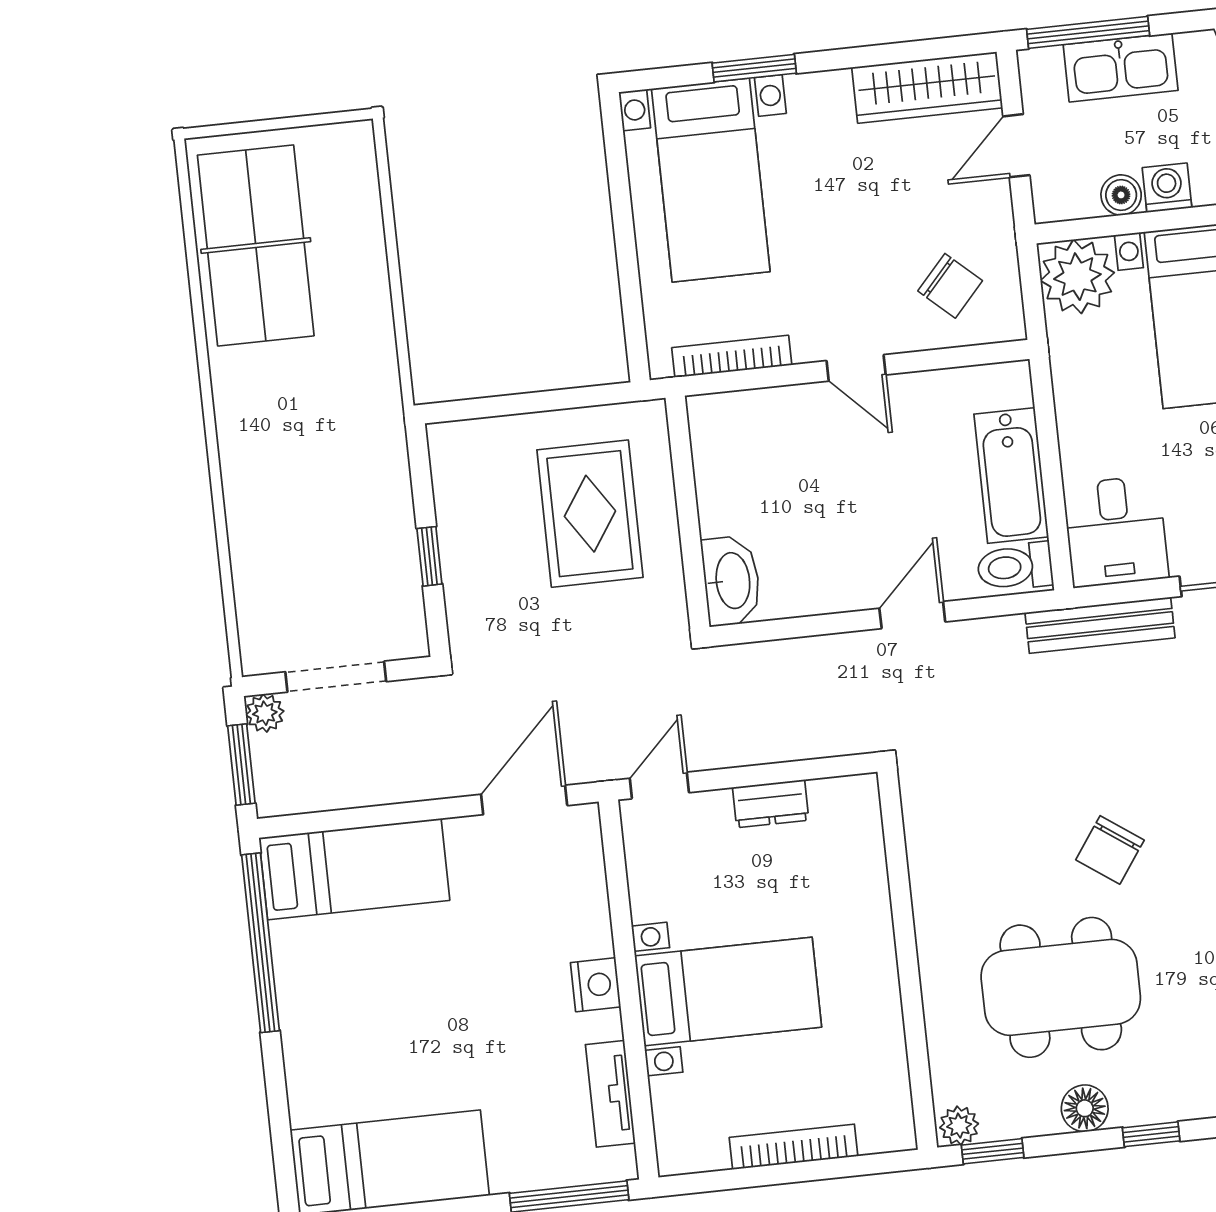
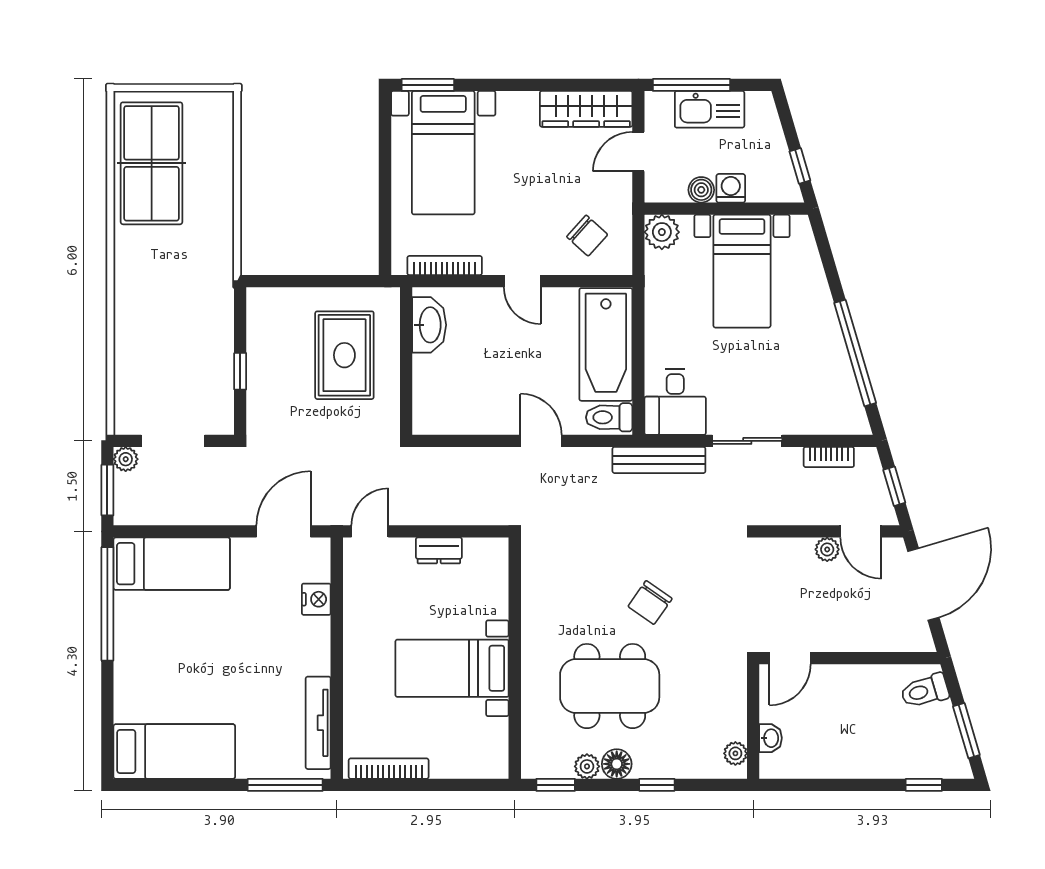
window: (754, 68) -> (428, 85), moved
plant: (1077, 277) -> (662, 232), width x0.73, depth x0.73
bathtub: (1011, 475) -> (606, 344), width x1.36, depth x1.36
washbasin: (731, 581) -> (429, 325), moved
door: (912, 615) -> (541, 441), hinge flipped
nightstand: (596, 985) -> (316, 599), moved
bed with nightstands: (728, 992) -> (452, 668), moved, turned 180
tv unit: (610, 1094) -> (318, 723), width x1.41
plant: (959, 1126) -> (587, 766), moved
bookcase: (794, 1147) -> (389, 769), moved

